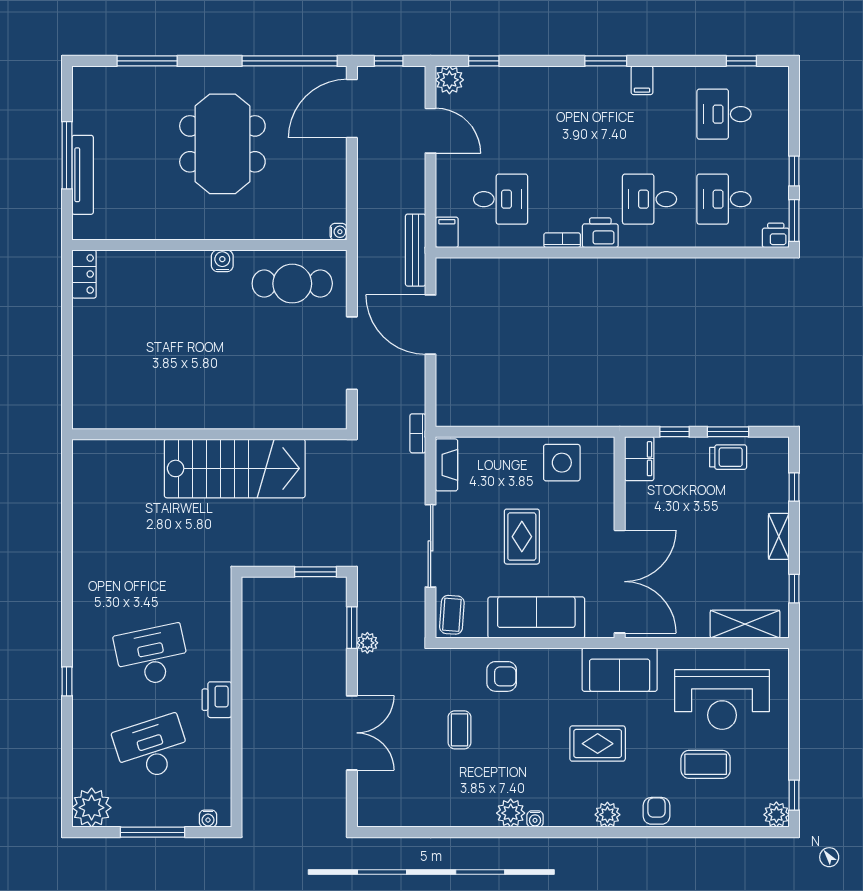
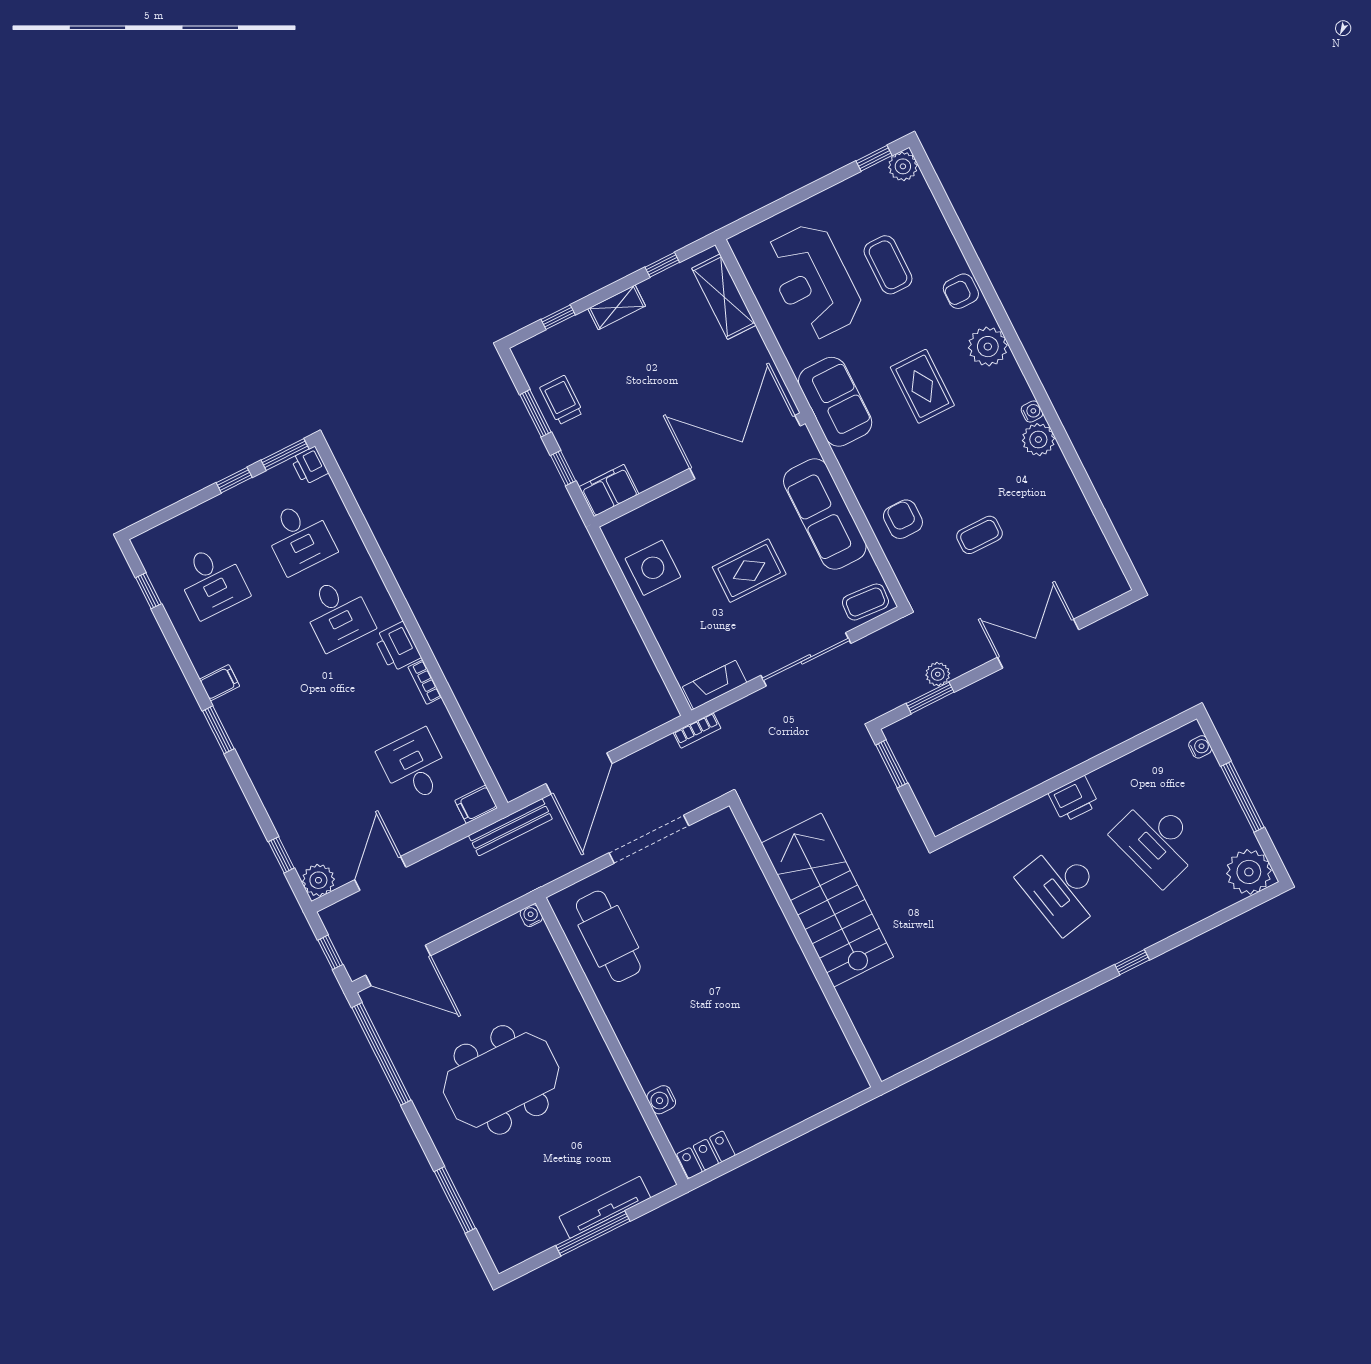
water cooler: (222, 261) -> (661, 1100), moved
reception desk: (722, 700) -> (813, 281), turned 180
plant: (607, 815) -> (988, 347), width x1.36, depth x1.36

